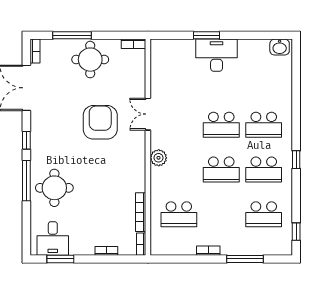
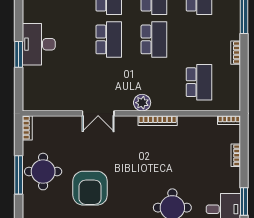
window: (72, 35) -> (19, 175), moved
armchair: (100, 122) -> (90, 188), moved, turned -90
bookcase: (141, 212) -> (158, 121), moved

